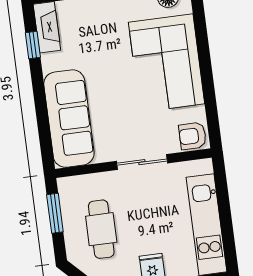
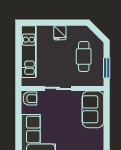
sofa: (69, 119) -> (93, 109), width x0.73

